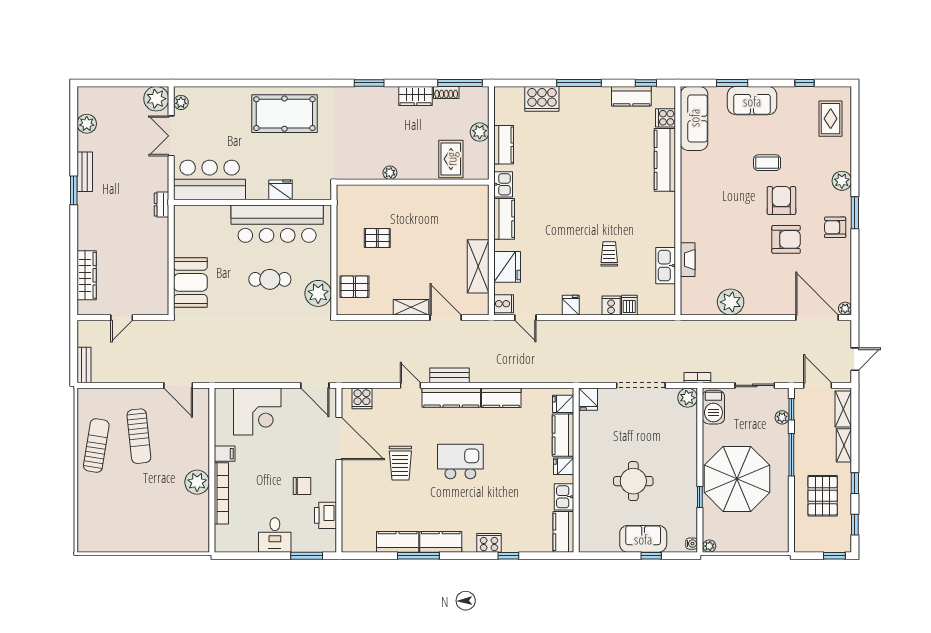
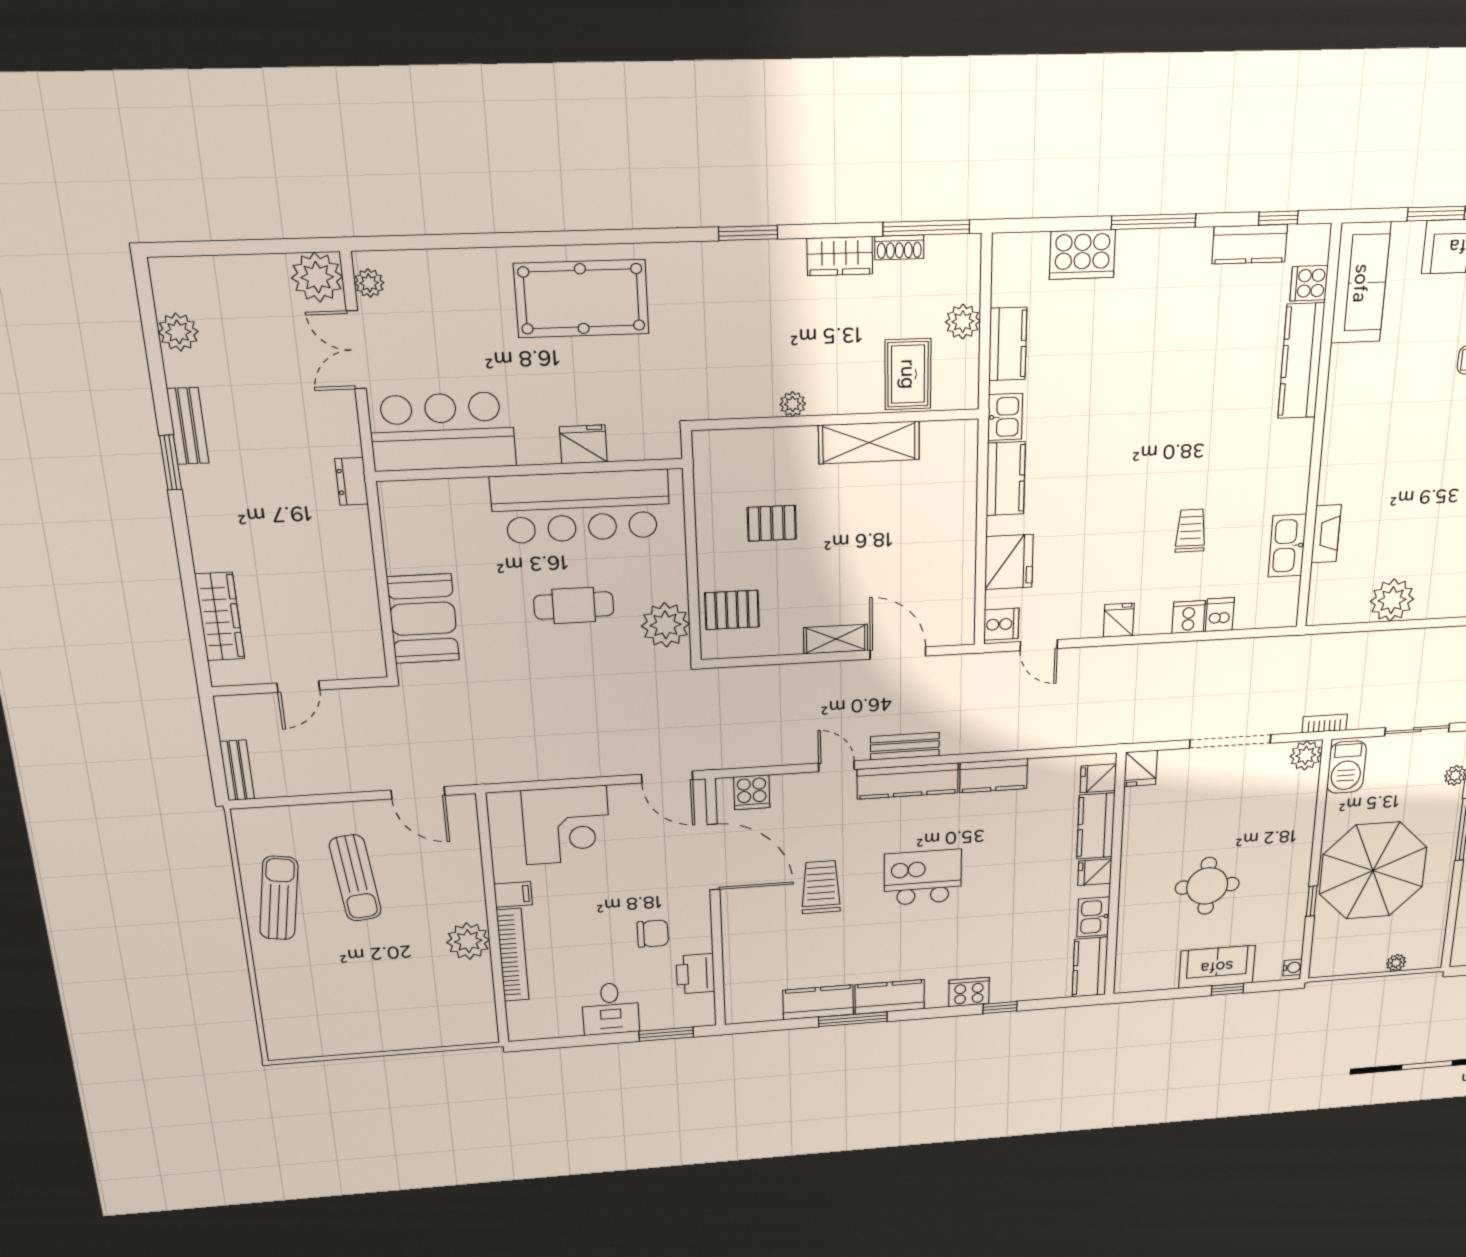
shelving: (478, 266) -> (869, 442), moved, turned 90
trolley: (400, 463) -> (821, 887), turned 180
plant: (709, 546) -> (1396, 963), moved

